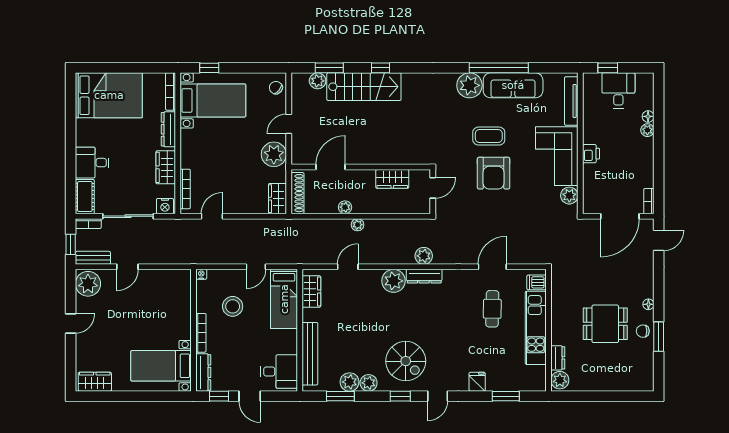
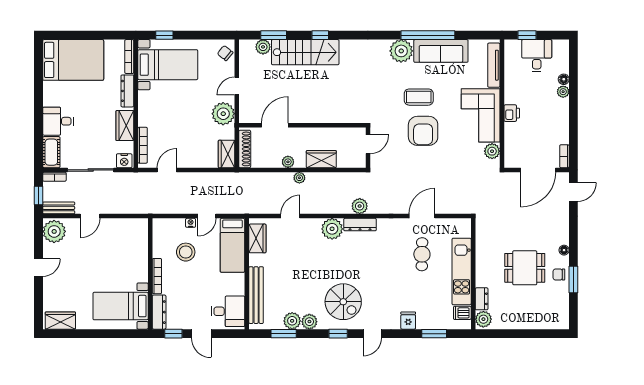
wardrobe: (392, 179) -> (321, 159), moved, turned 180
nightstand: (201, 274) -> (191, 223), moved
dishwasher: (537, 282) -> (462, 313), moved

